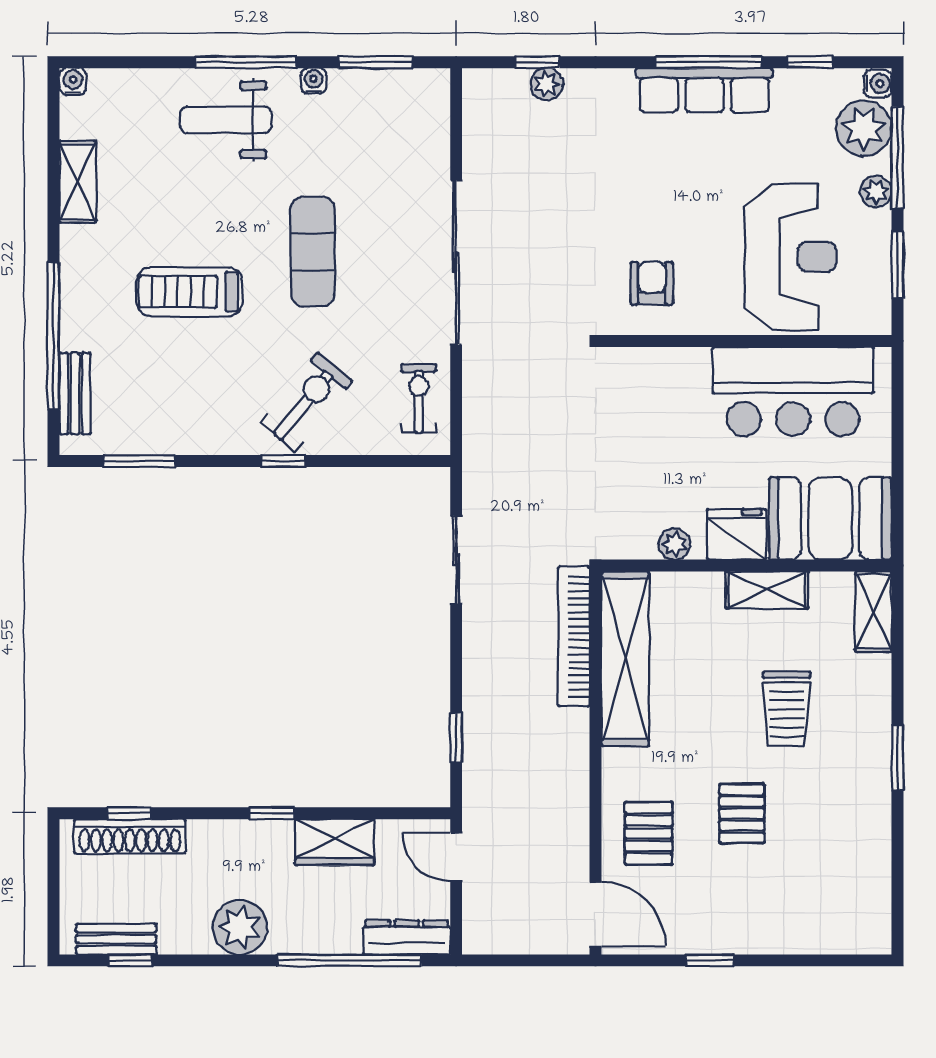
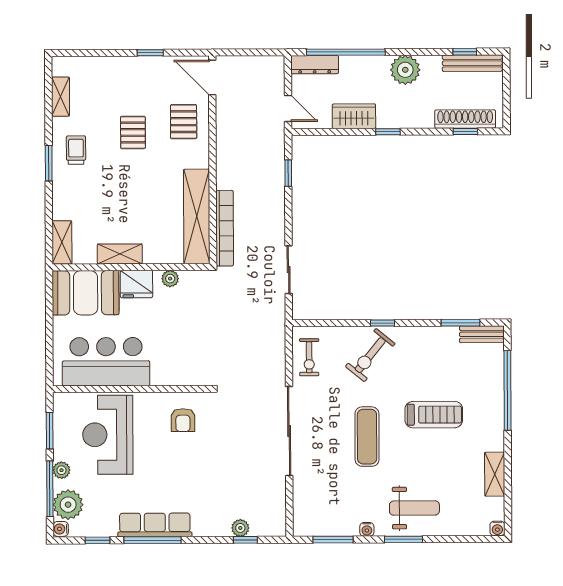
window: (246, 62) -> (404, 539), width x0.69
bench: (75, 394) -> (482, 334), moved, turned 90
trolley: (787, 709) -> (76, 150), moved, width x0.73, depth x0.72
shelving: (875, 880) -> (60, 97), added
bench: (116, 939) -> (472, 63), width x1.36

